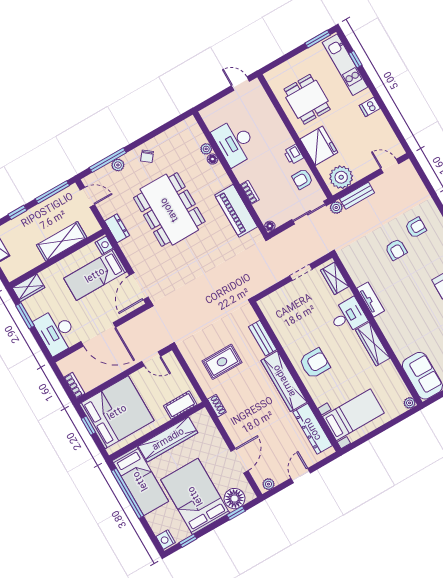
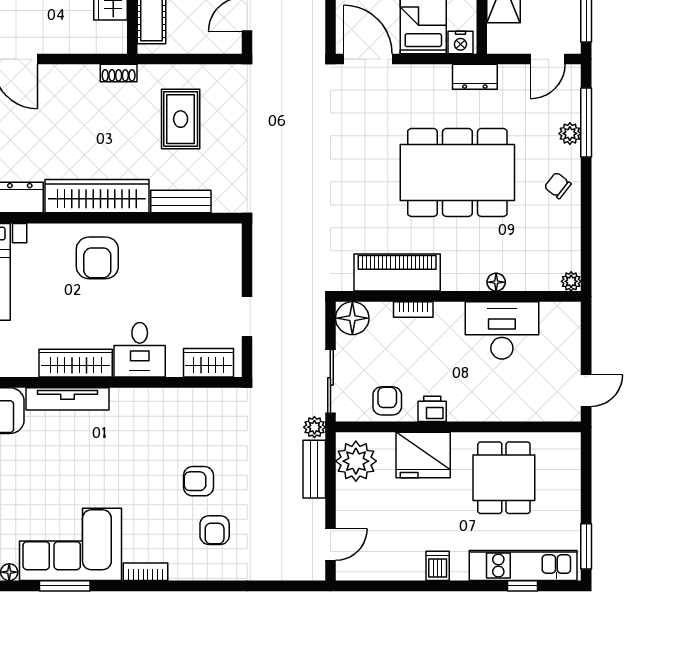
dining table: (307, 99) -> (504, 478), turned 90
plant: (206, 149) -> (571, 281), moved
floor lamp: (270, 226) -> (352, 318), width x1.89, depth x1.89
tv unit: (371, 300) -> (67, 399), moved, width x1.41

